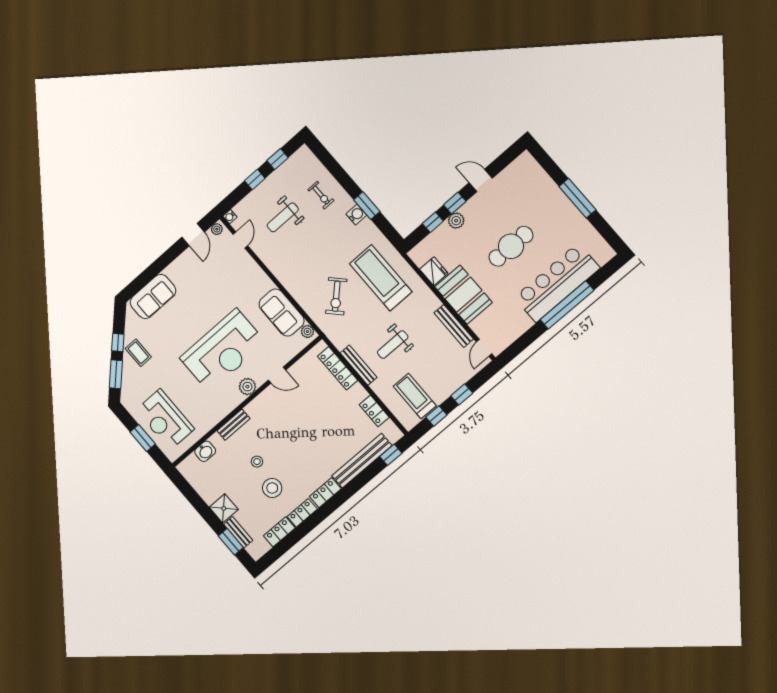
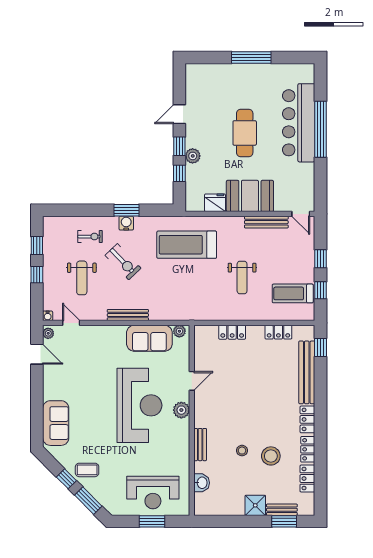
exercise bike: (336, 296) -> (123, 262), moved
bench: (359, 365) -> (128, 315), moved
locker: (338, 368) -> (232, 332), width x0.66

